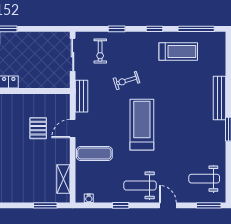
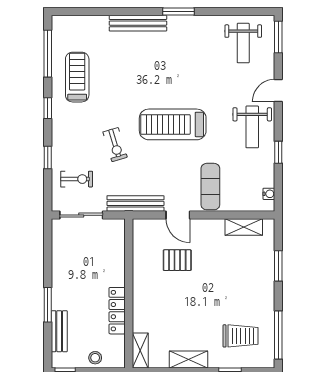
bench: (81, 96) -> (135, 203), width x1.36
window: (45, 205) -> (278, 266), moved

